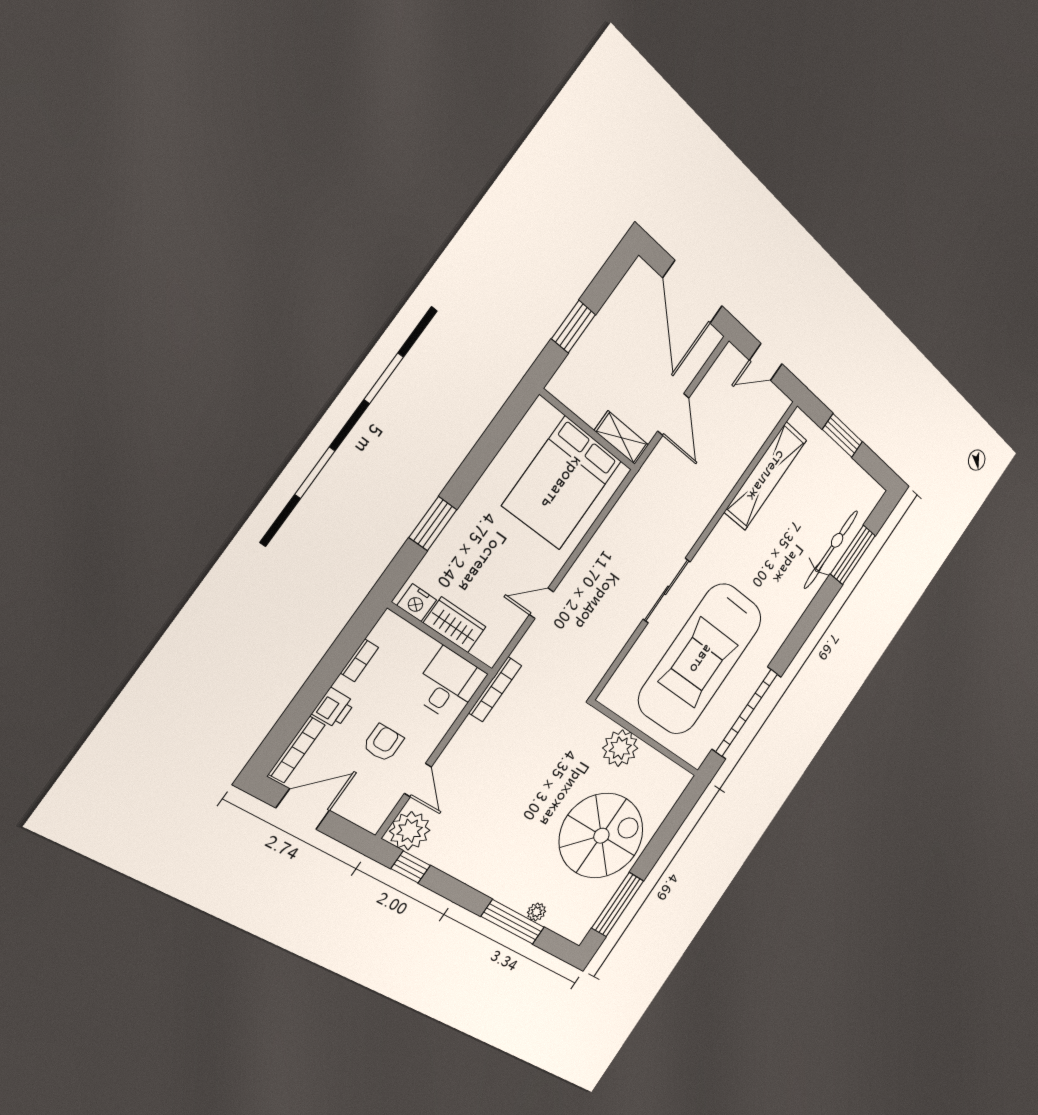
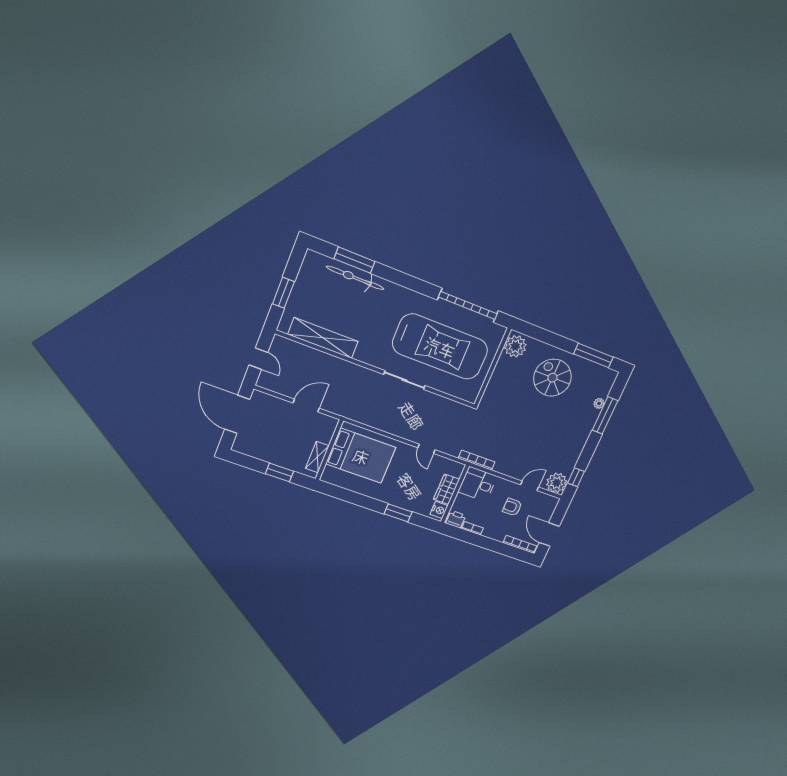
door: (693, 292) -> (237, 414), swing flipped
shelving: (622, 438) -> (317, 457), moved
printer: (334, 708) -> (456, 519), moved
plant: (620, 748) -> (515, 346), moved
spiral stairs: (601, 836) -> (552, 378), width x0.73, depth x0.73

